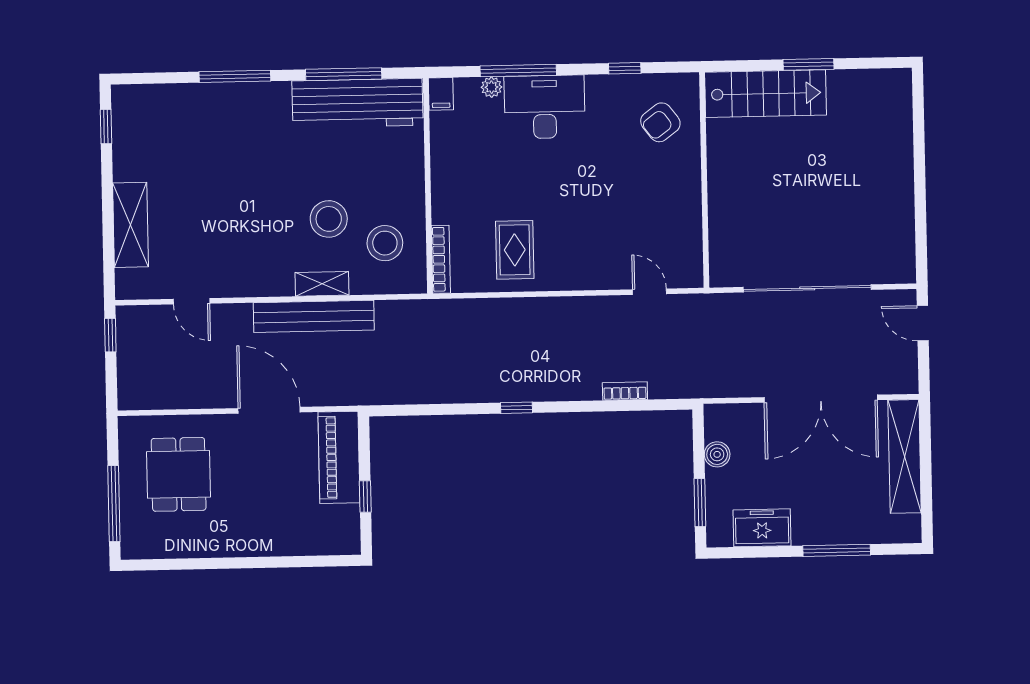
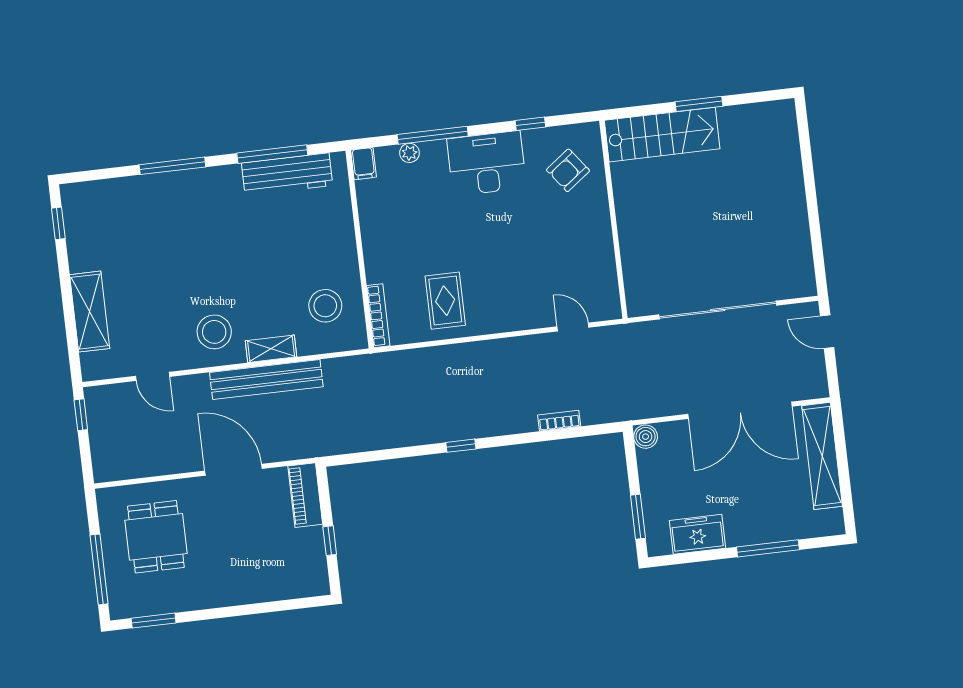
workbench: (357, 103) -> (287, 174), width x0.73, depth x0.76
desk: (545, 107) -> (487, 163), moved
stool: (329, 219) -> (214, 332), moved
boiler: (717, 454) -> (646, 437), moved
piano: (339, 457) -> (305, 495), width x0.73, depth x0.75
window: (167, 564) -> (154, 621), added

